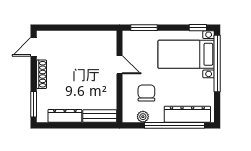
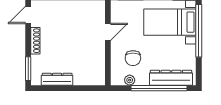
door: (119, 65) -> (108, 32), hinge flipped
chair: (146, 93) -> (133, 58), turned 180
bench: (100, 116) -> (89, 79), removed

